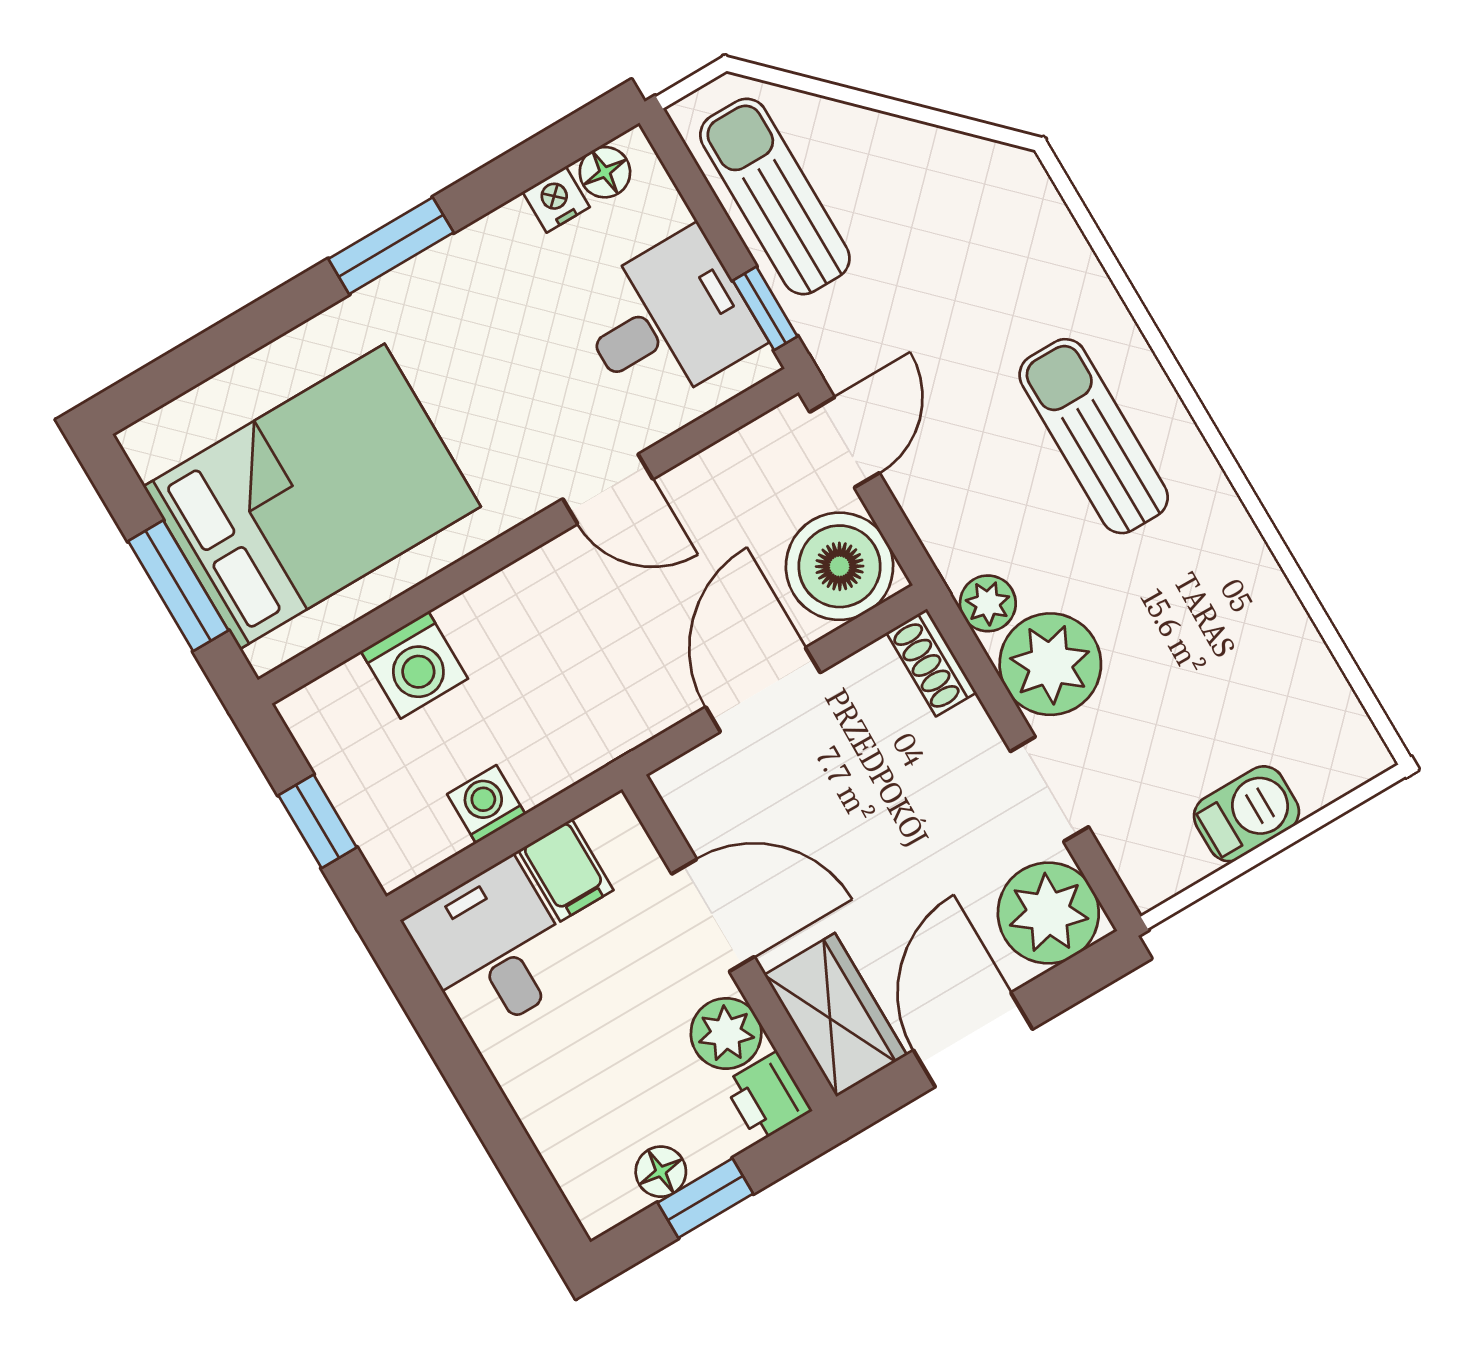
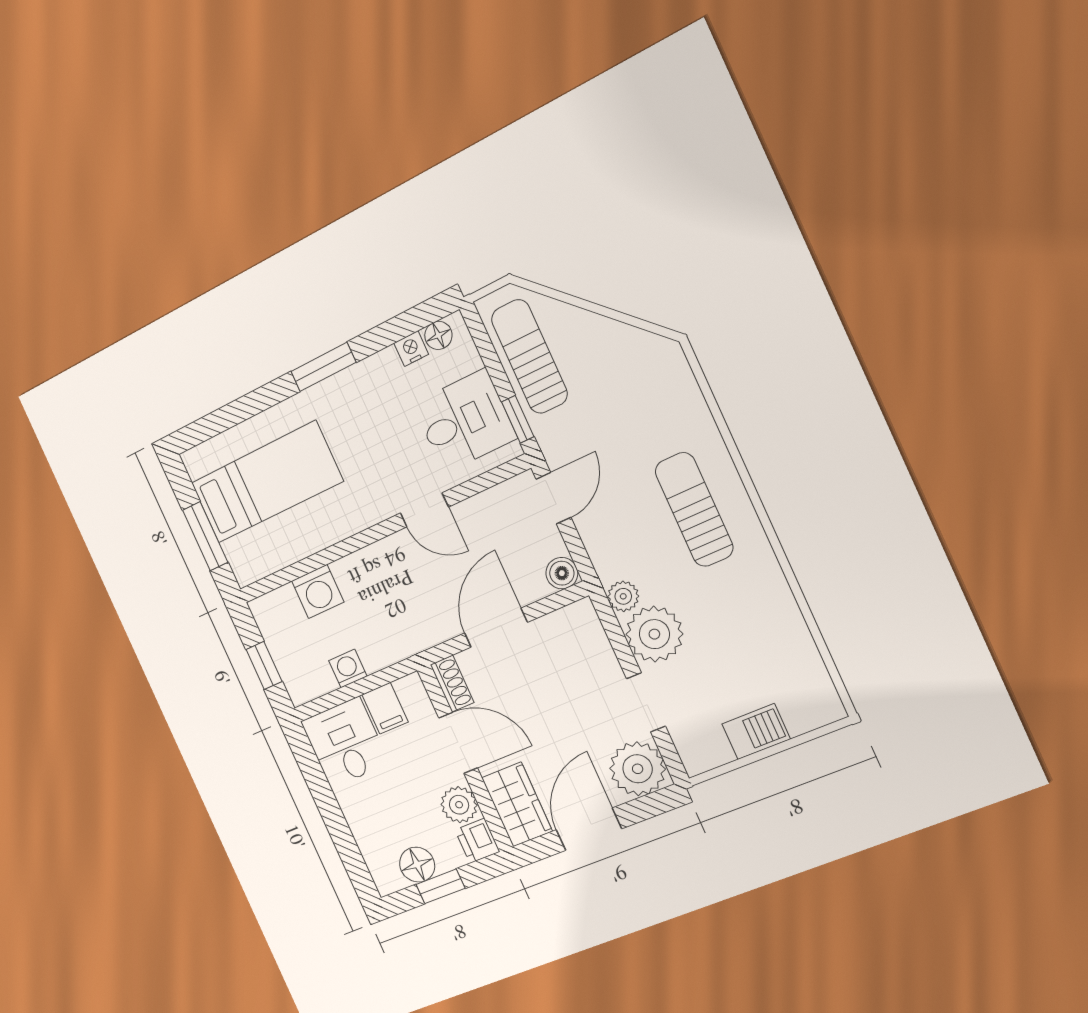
bed: (312, 496) -> (267, 482), width x0.67
boiler: (840, 566) -> (562, 573), width x0.54, depth x0.54
shoe rack: (931, 663) -> (452, 684), moved, turned 180
floor lamp: (661, 1172) -> (417, 865), width x1.37, depth x1.37

